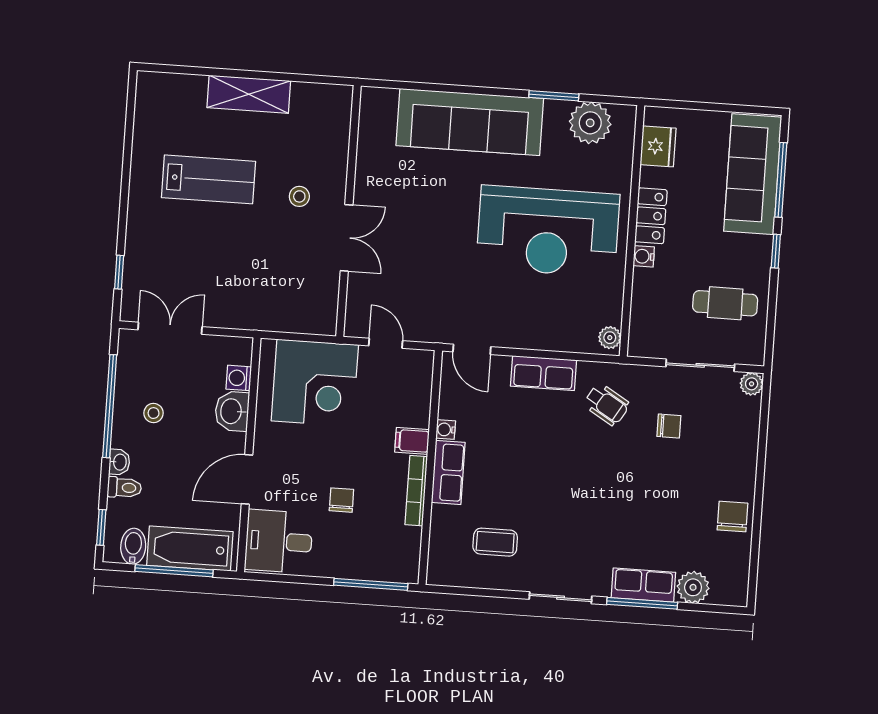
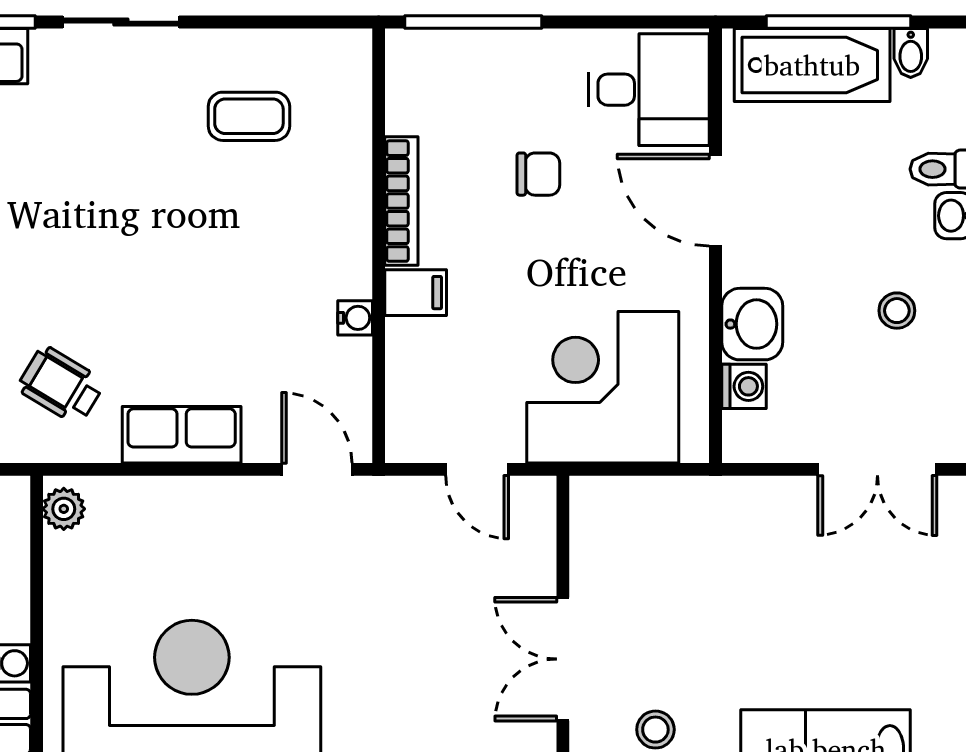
row of seats: (448, 472) -> (345, 239), removed
door: (247, 479) -> (716, 200), swing flipped
chair: (341, 500) -> (538, 174), turned -90
bidet: (133, 546) -> (911, 53), width x0.72, depth x0.74

